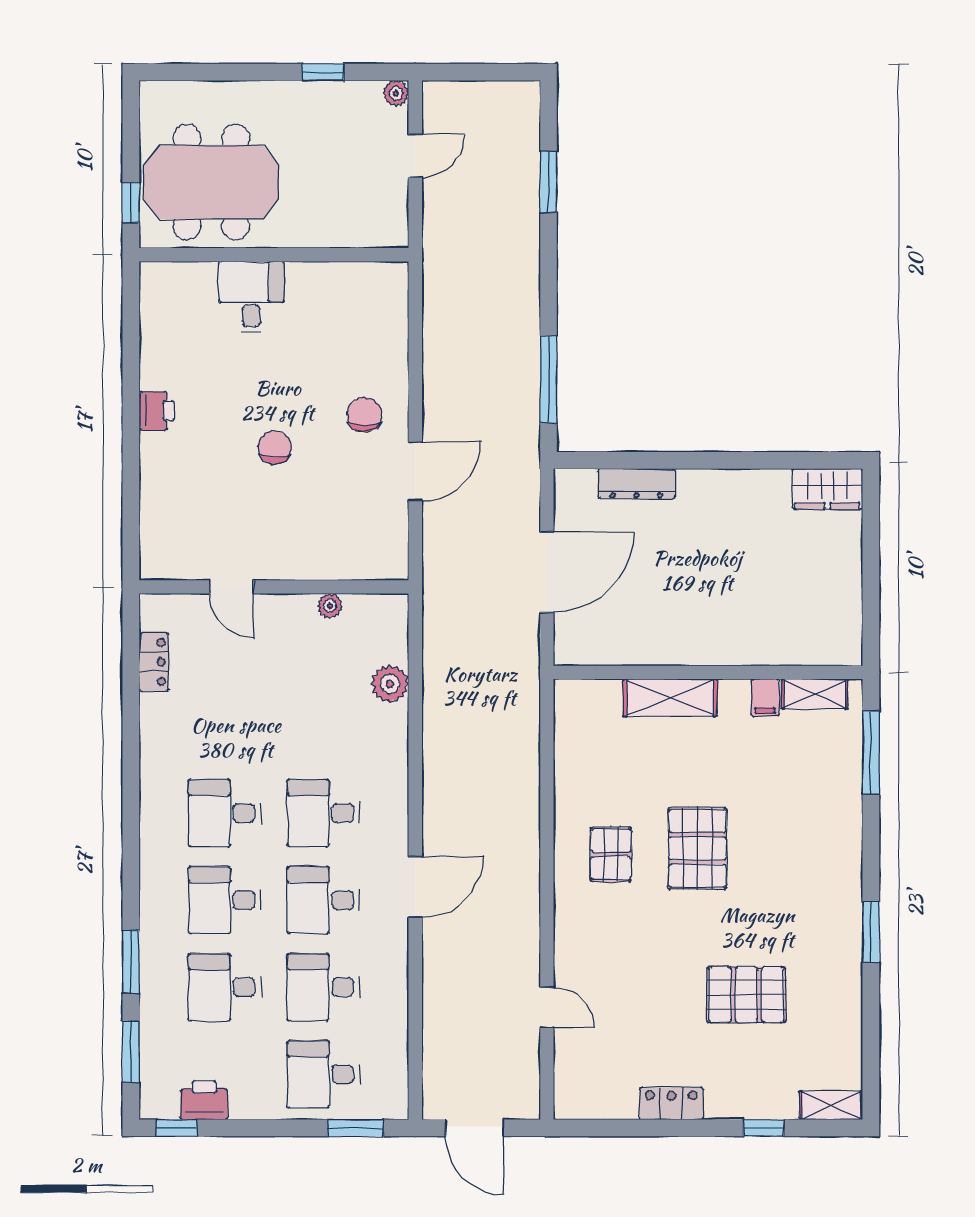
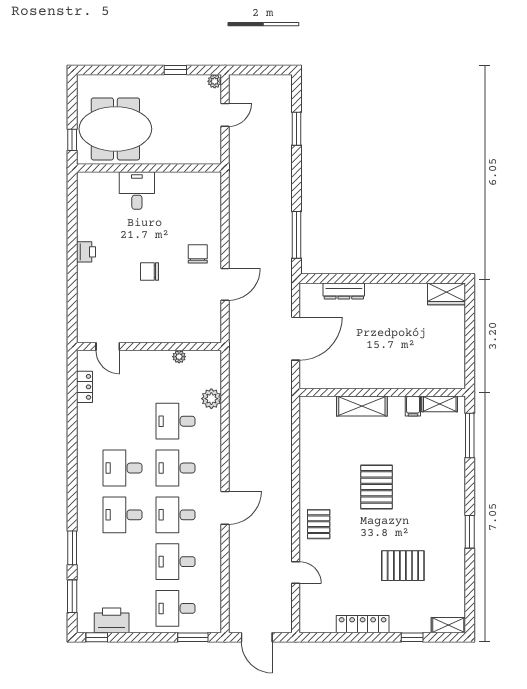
chair: (275, 447) -> (149, 271), turned -90
door: (231, 587) -> (108, 346), moved
pallet: (611, 854) -> (319, 524), moved
desk: (224, 987) -> (176, 421), moved
printer: (204, 1100) -> (112, 620), width x1.37, depth x1.19
locker: (671, 1104) -> (363, 624), width x1.53

